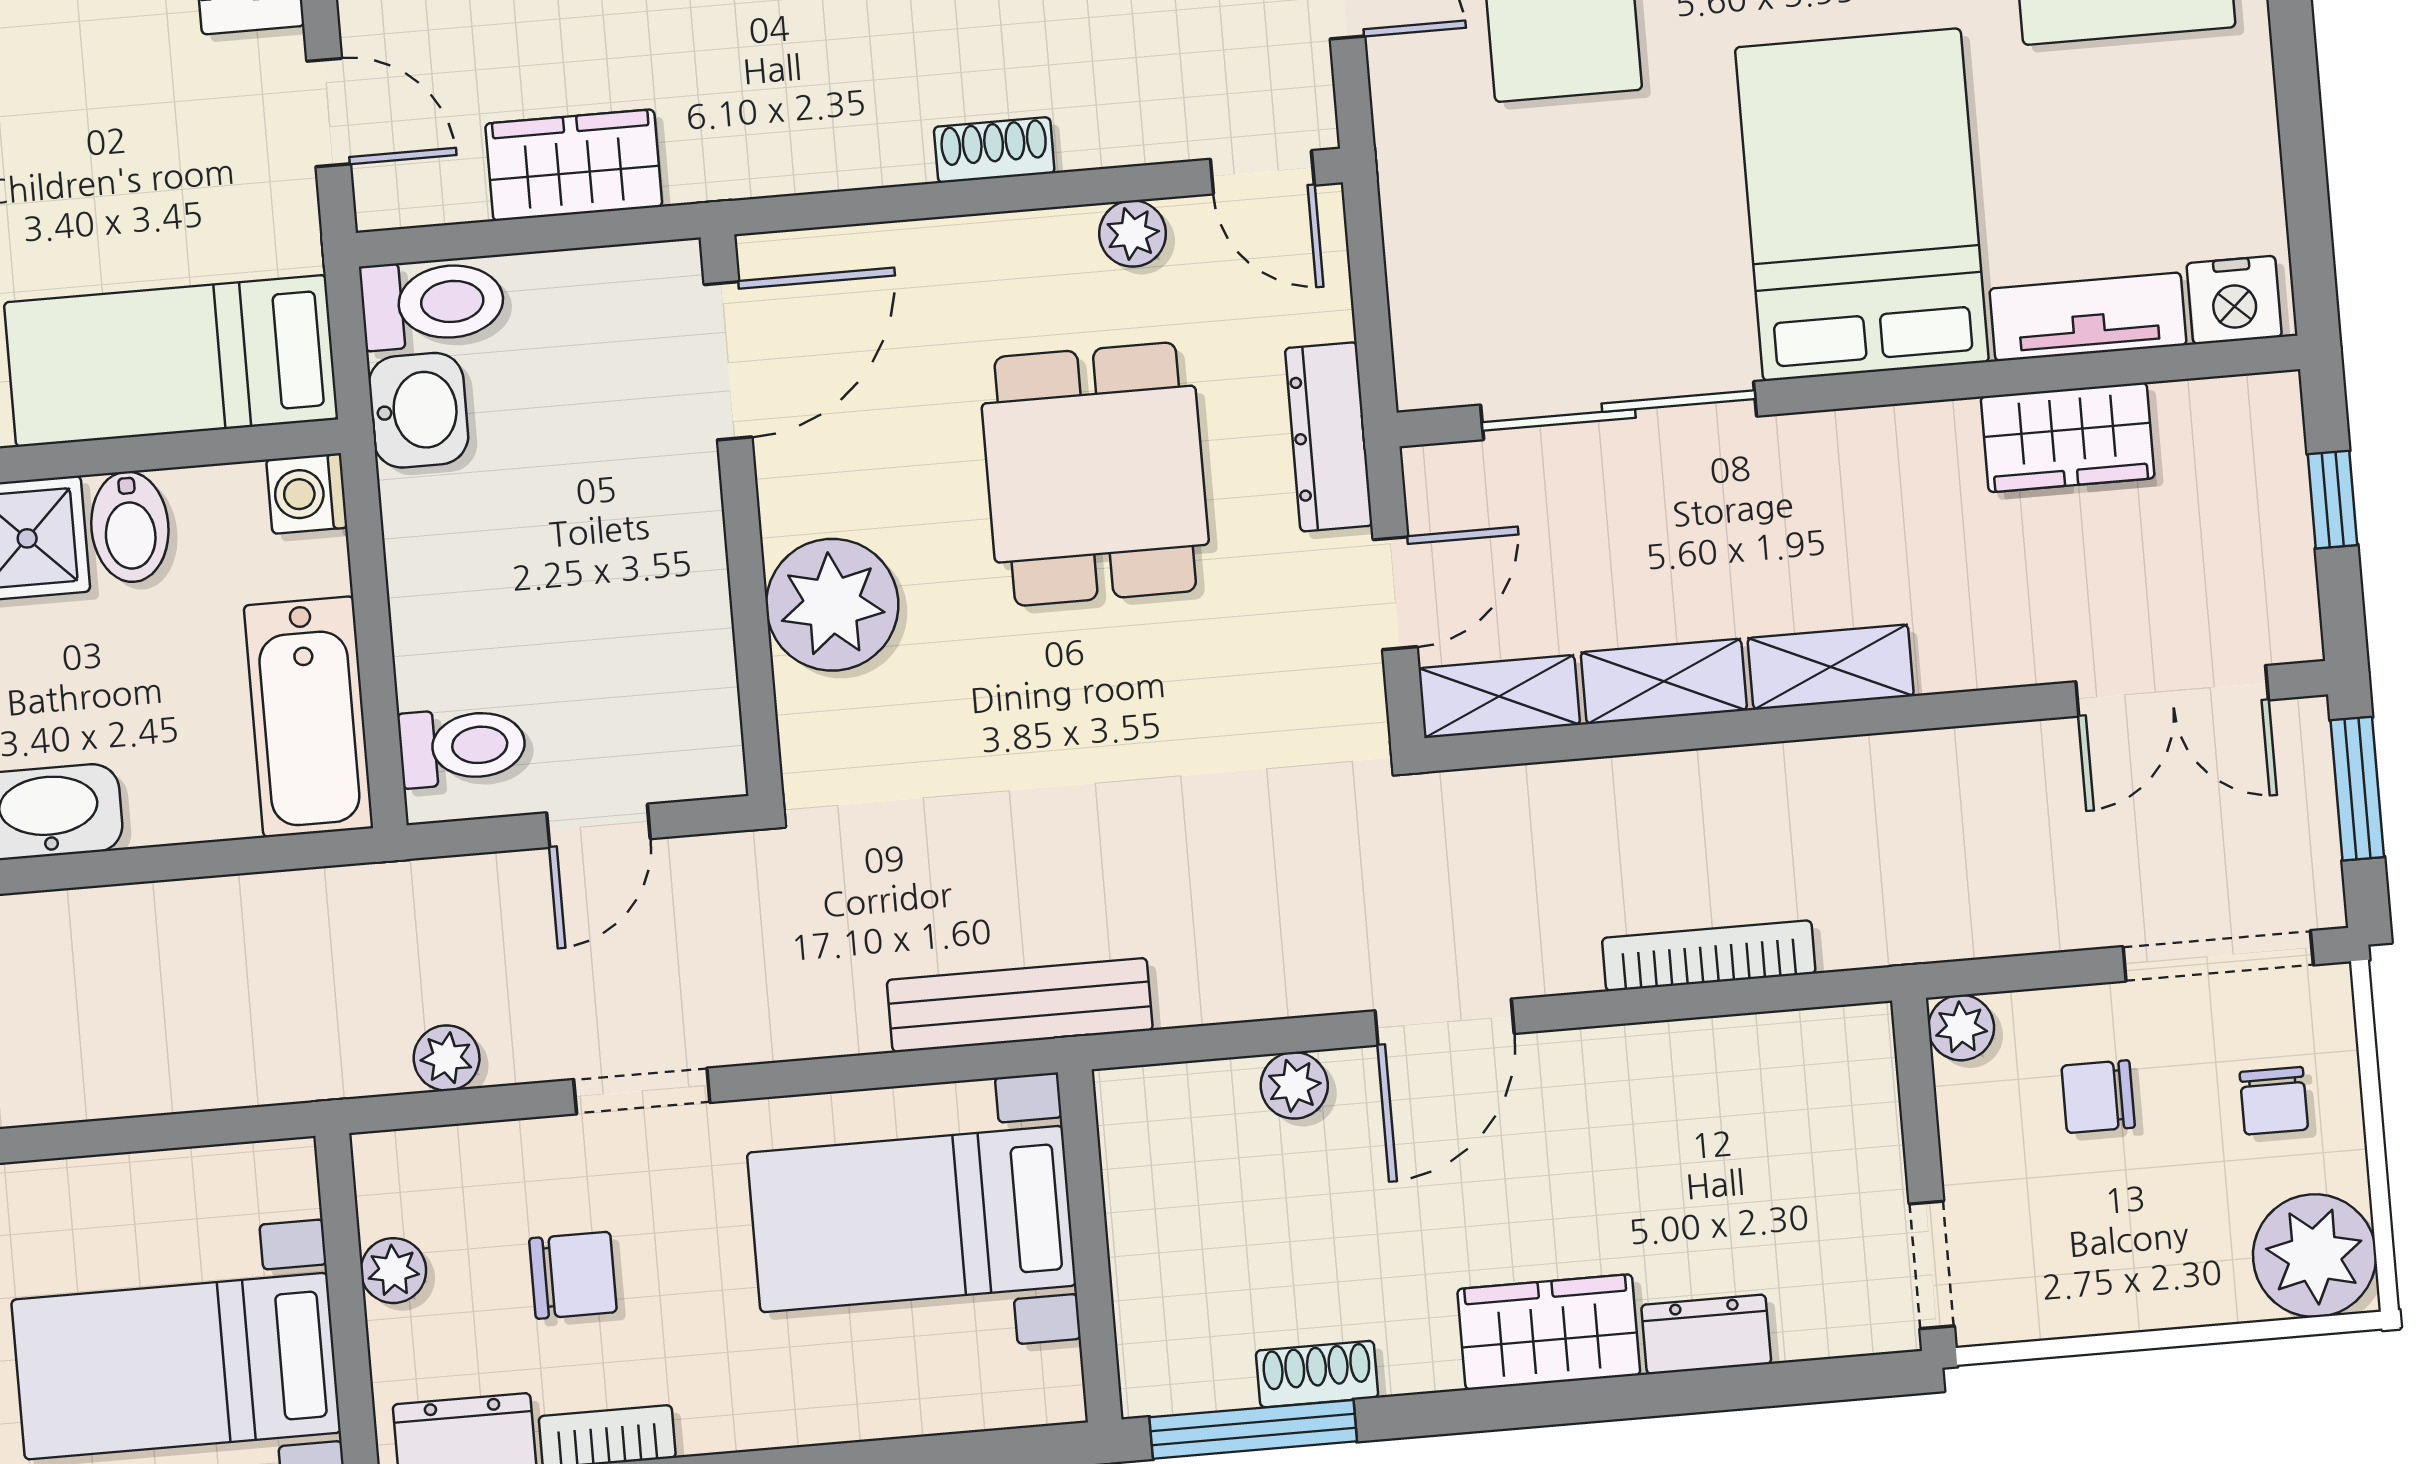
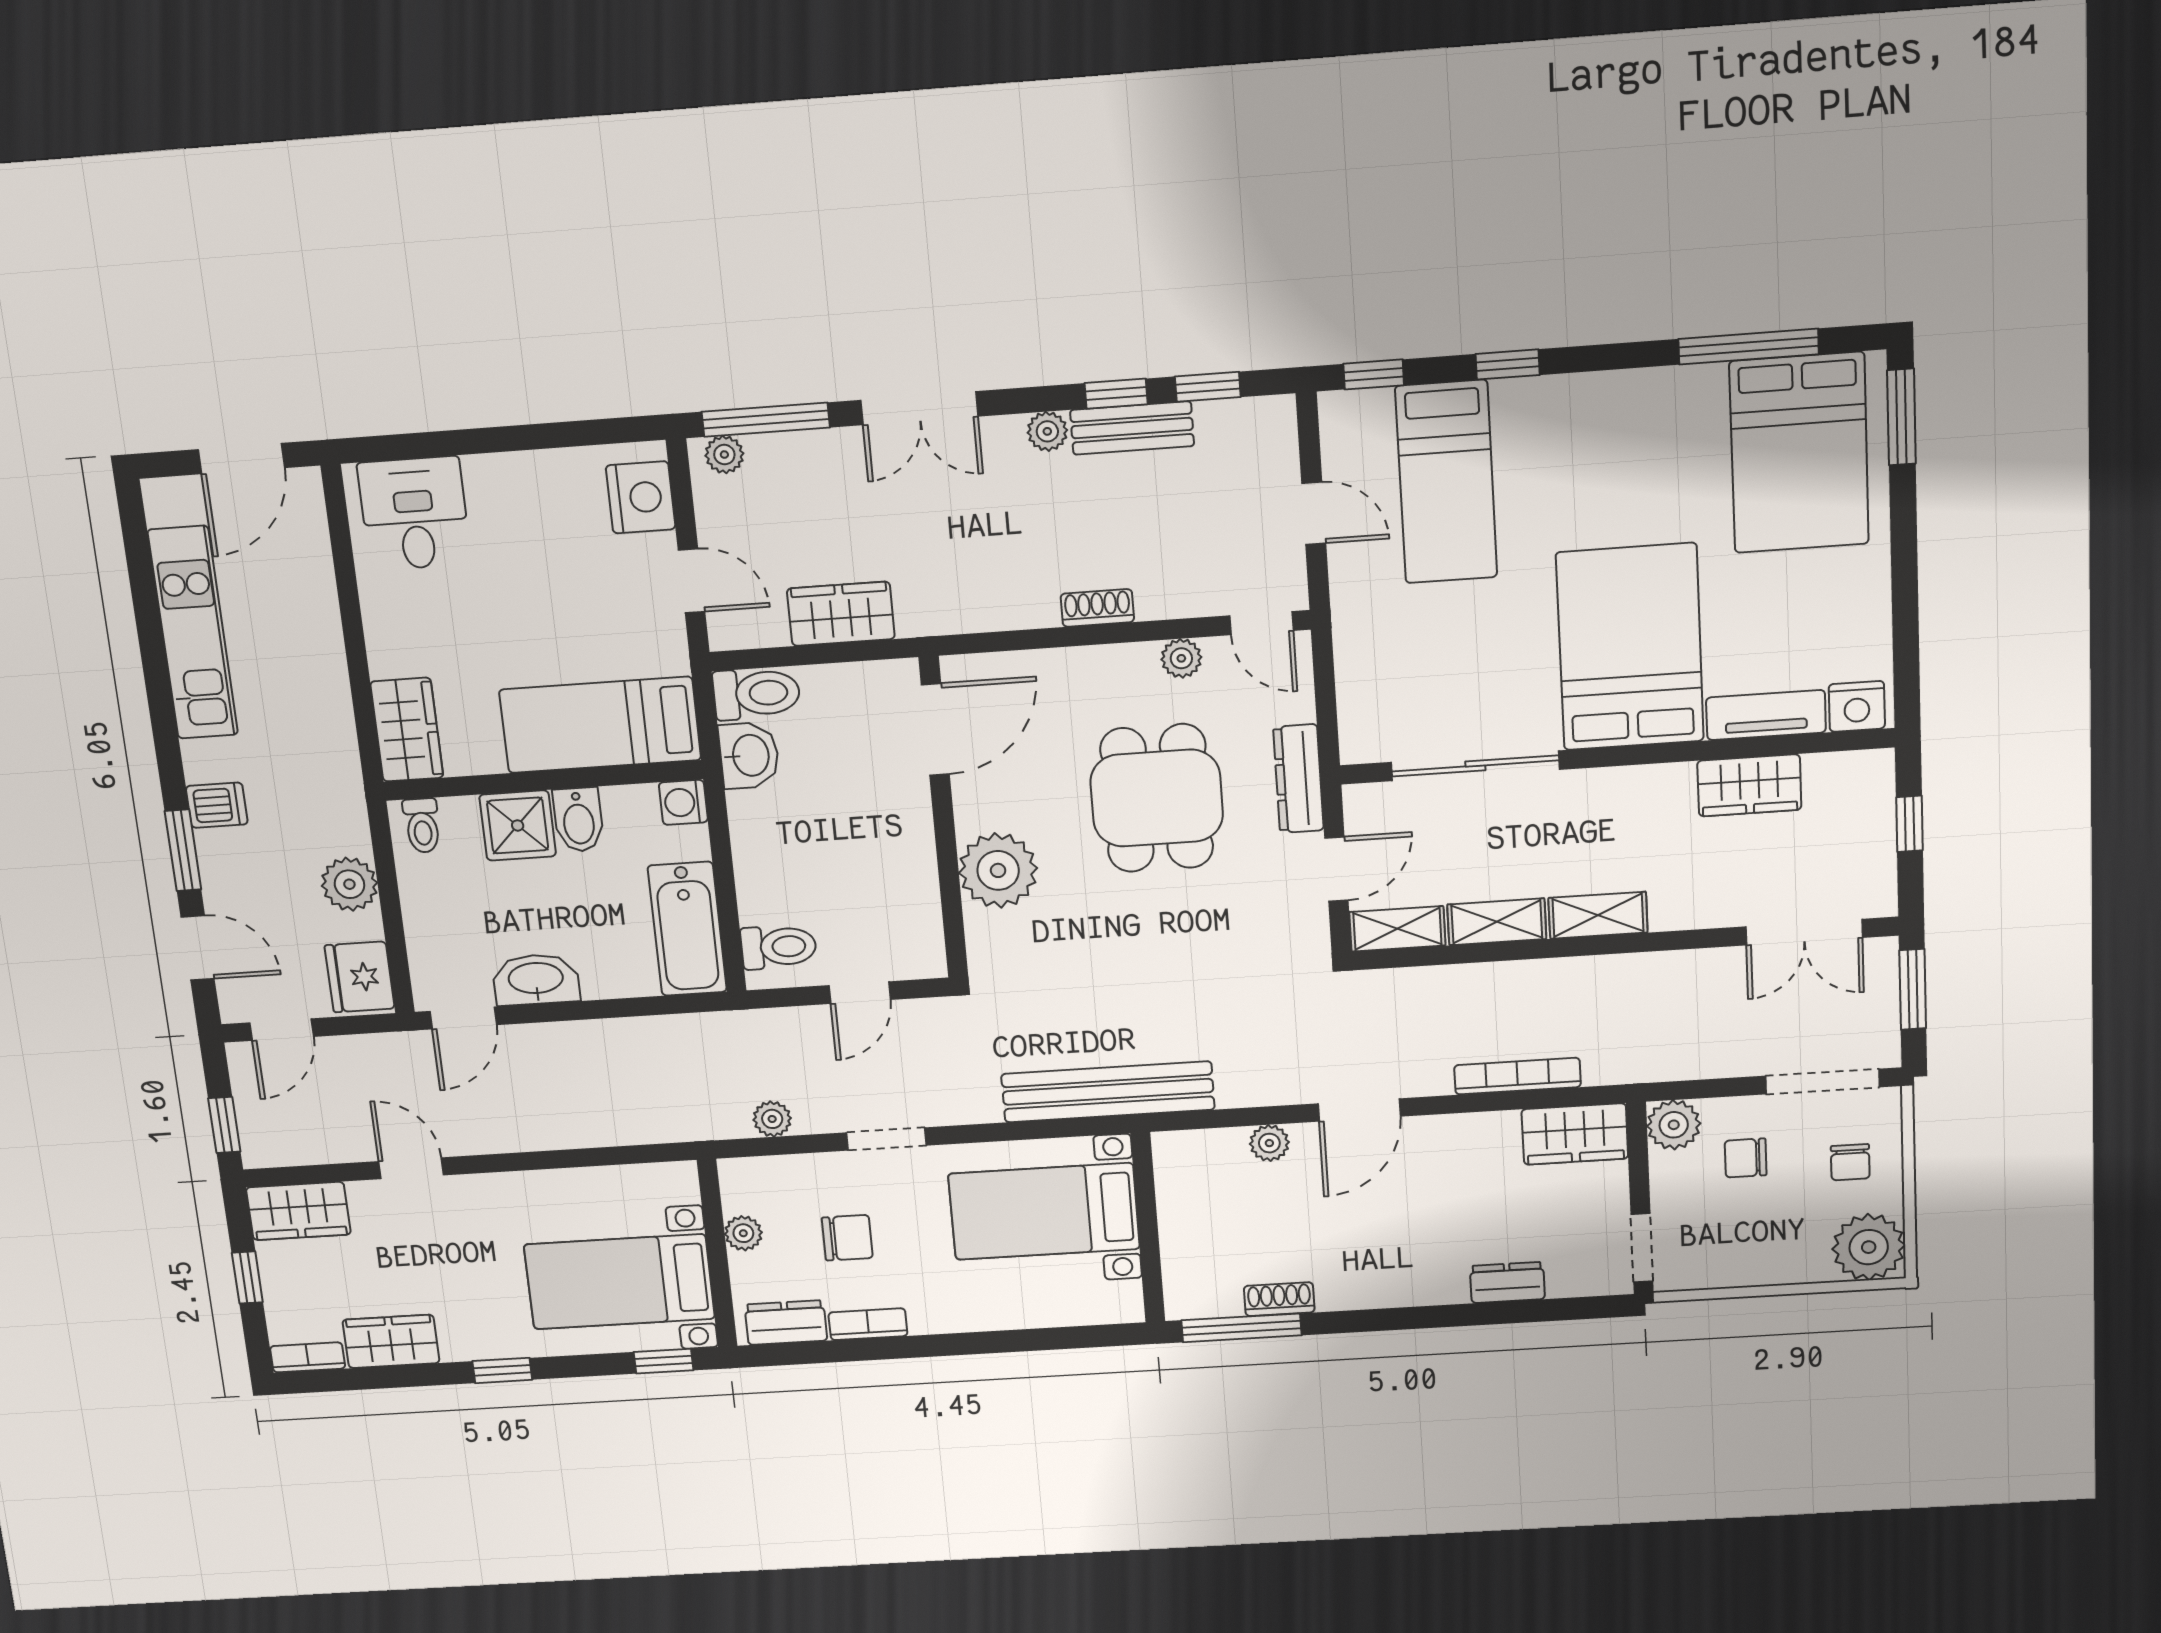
bench: (1020, 1005) -> (1108, 1092), width x1.37, depth x1.21
plant: (1961, 1028) -> (1674, 1125), width x1.38, depth x1.38
wardrobe: (1549, 1332) -> (1575, 1134), moved, turned 180

